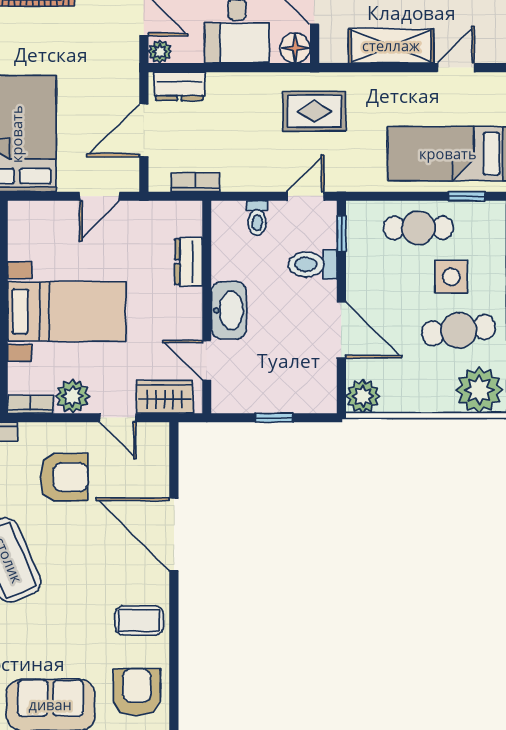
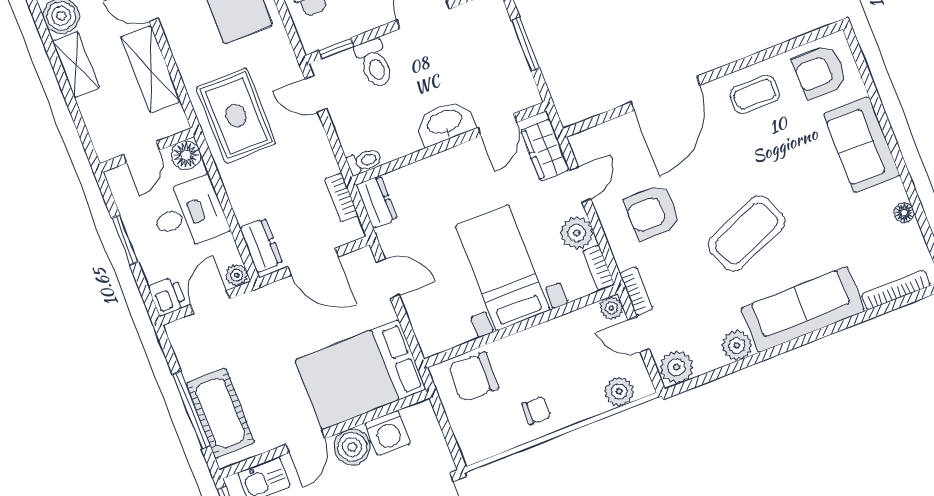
rug: (314, 111) -> (236, 115), width x1.36, depth x1.43
toilet: (257, 218) -> (364, 161), moved
dresser: (189, 262) -> (377, 202), moved, turned -90
window: (274, 418) -> (526, 44), width x1.50
armchair: (64, 477) -> (652, 212), turned -90
coffee table: (139, 620) -> (755, 94), turned 90

